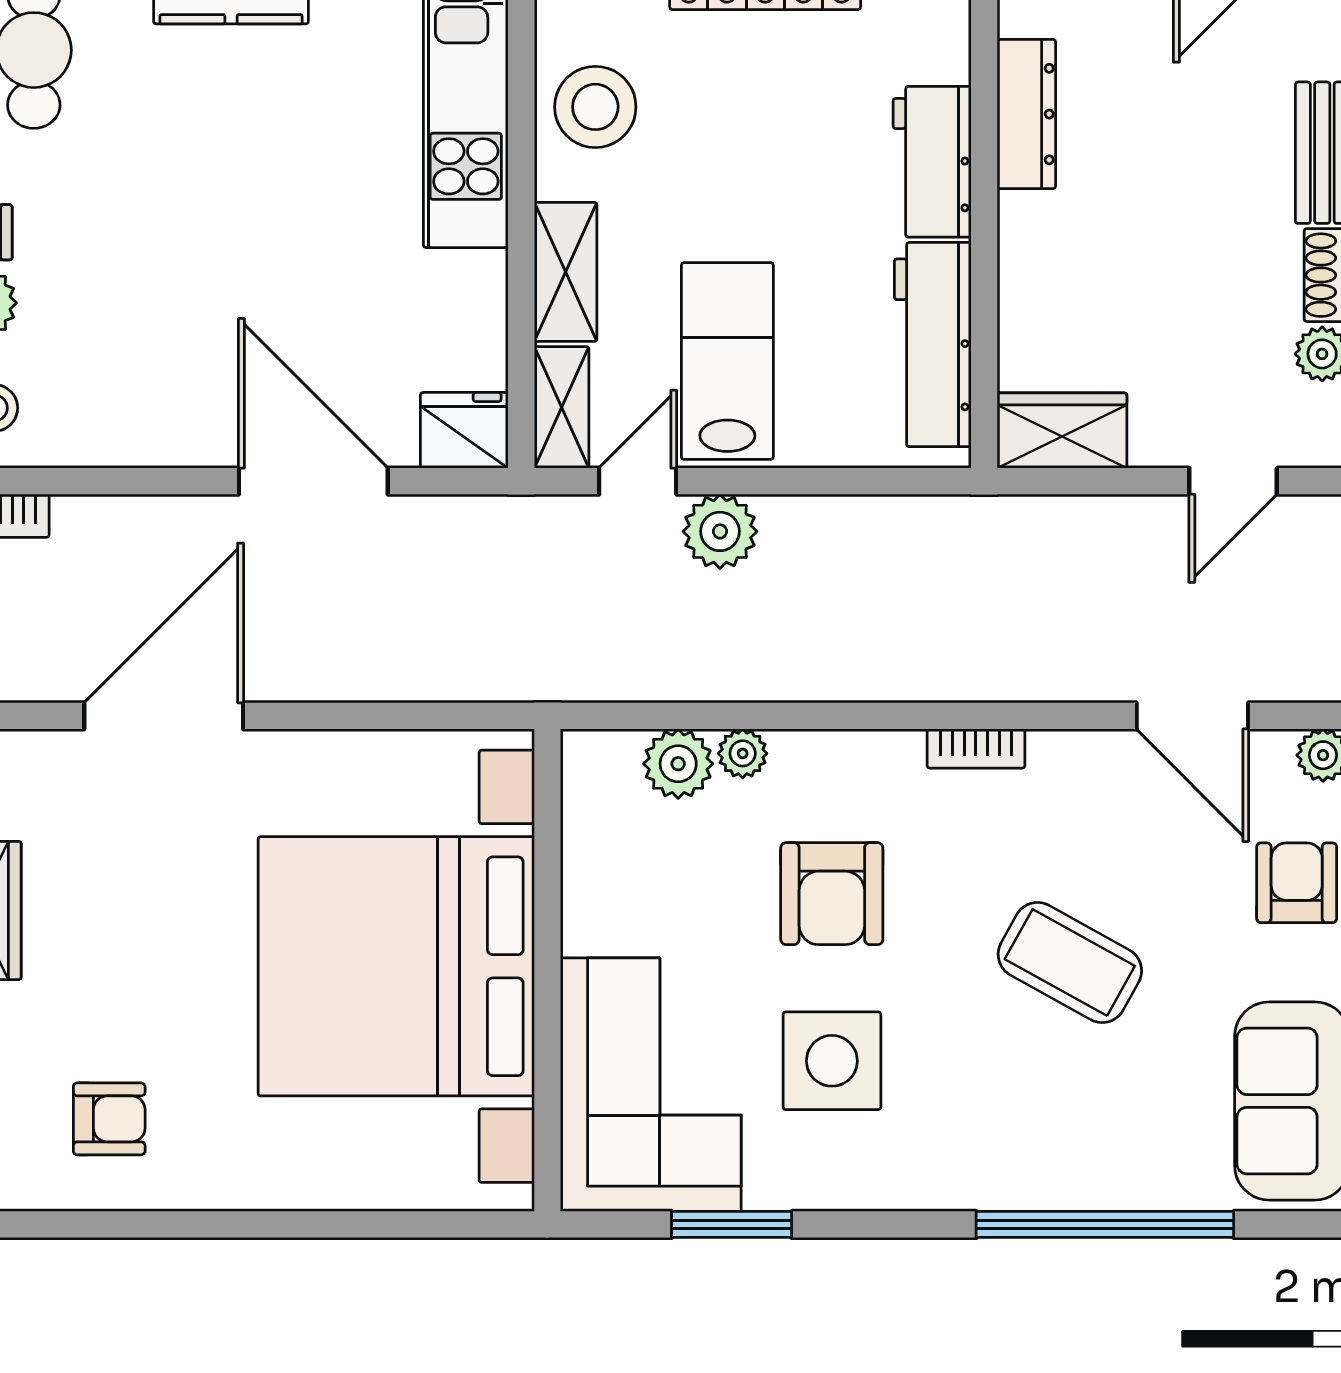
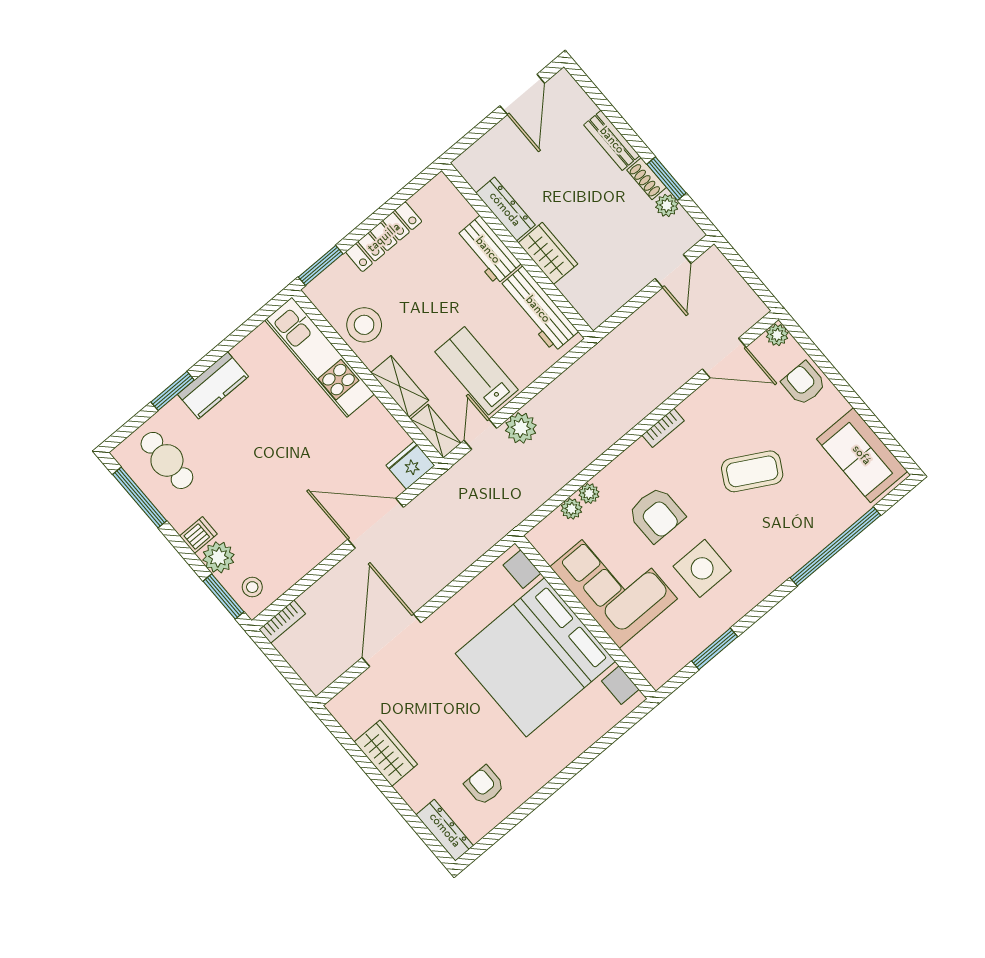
wardrobe: (1062, 431) -> (548, 253), moved, turned 90
plant: (678, 764) -> (571, 509), width x0.73, depth x0.73
corner sofa: (651, 1085) -> (614, 583), moved
armchair: (109, 1119) -> (484, 785), turned -90

